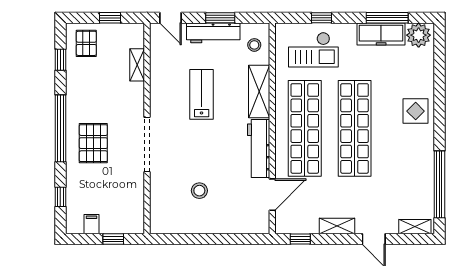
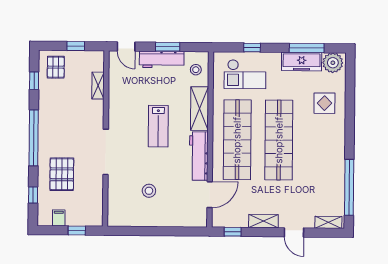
lab bench: (202, 94) -> (158, 126), moved, turned 180
display table: (416, 111) -> (324, 103), moved
pallet: (93, 143) -> (62, 174), moved

